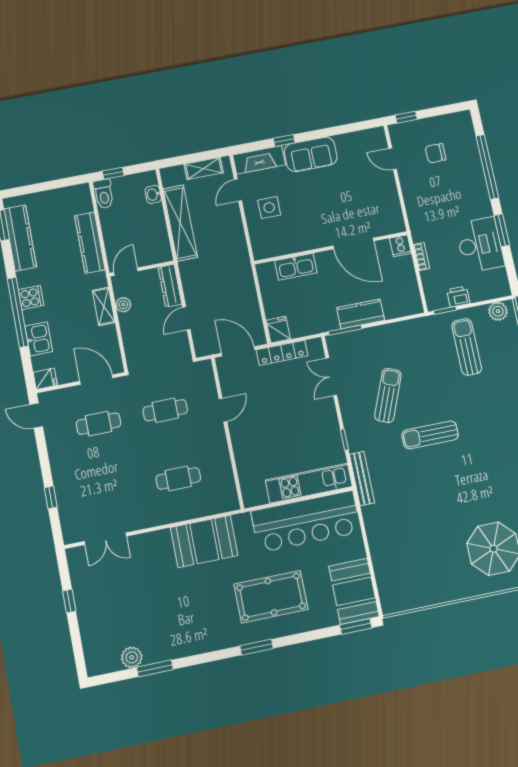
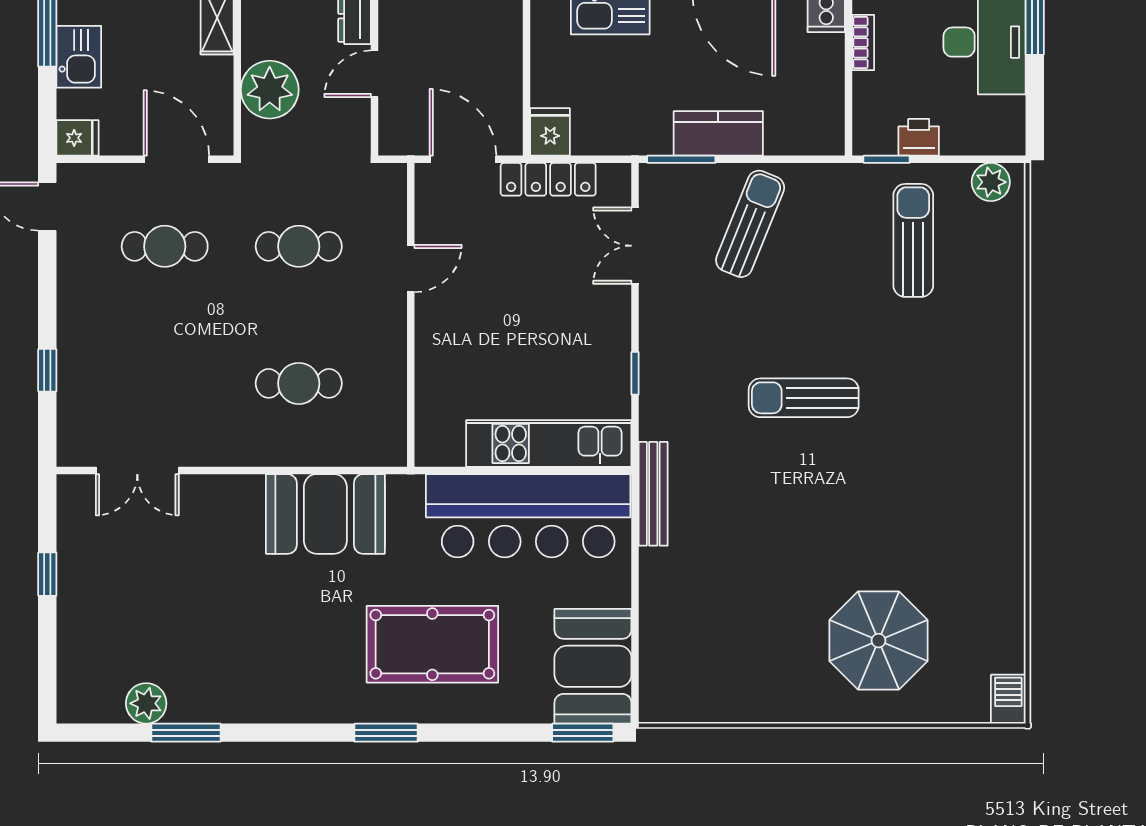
plant: (123, 305) -> (270, 90), moved, width x1.87, depth x1.87
sun lounger: (388, 395) -> (750, 224), moved
bench: (362, 479) -> (653, 494), moved

